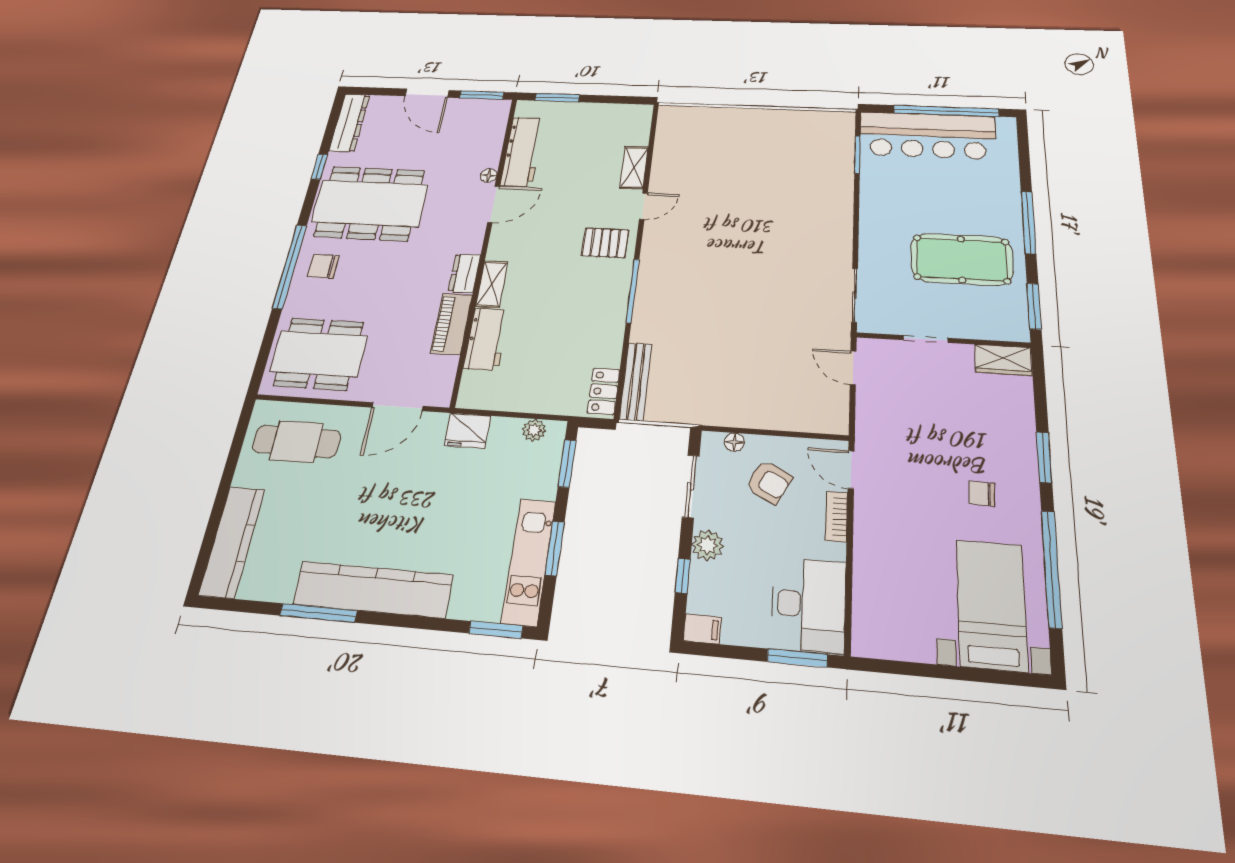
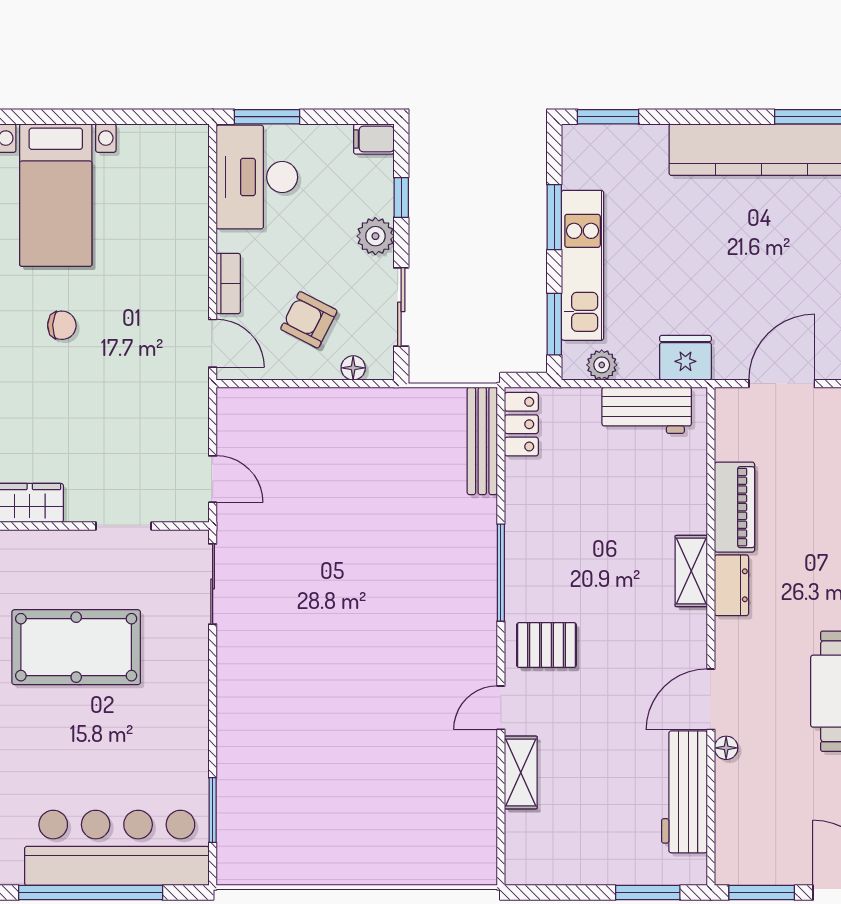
workbench: (486, 339) -> (647, 410), moved, turned -90
kitchen unit: (529, 562) -> (583, 265), moved

